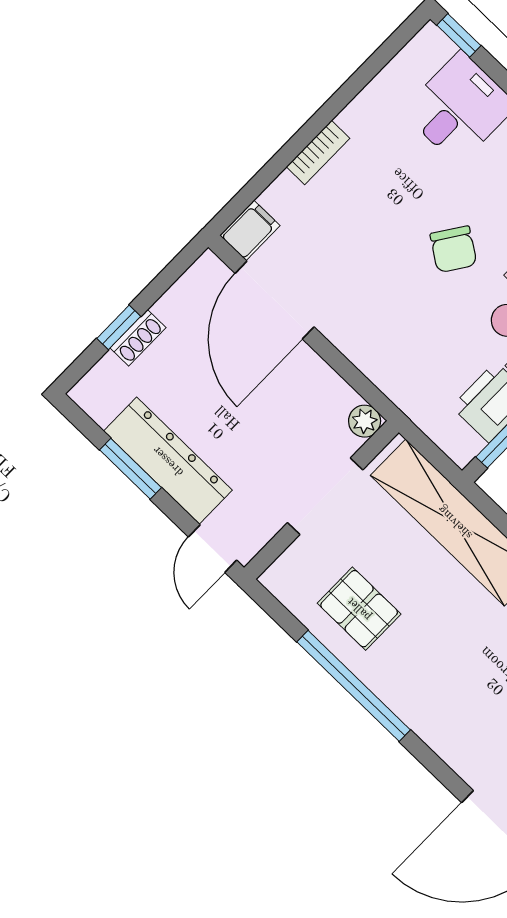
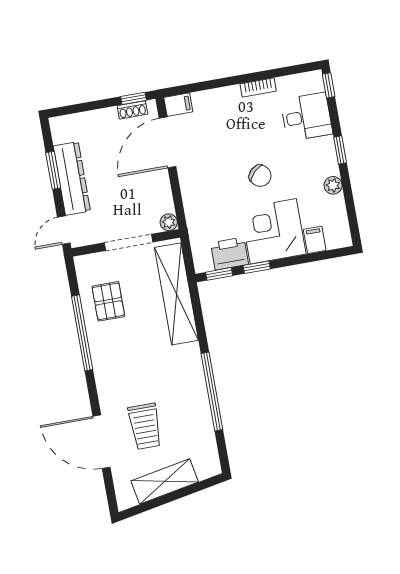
bookcase: (318, 153) -> (258, 88), moved
chair: (453, 249) -> (260, 176), turned -78
window: (119, 327) -> (133, 98), moved
shoe rack: (138, 338) -> (132, 110), moved

